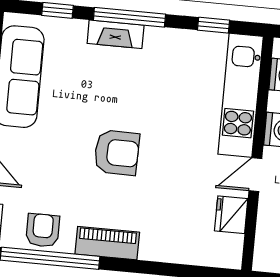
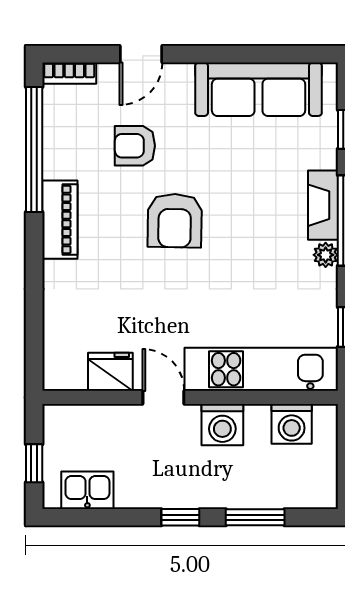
plant: (155, 36) -> (326, 255), added
armchair: (43, 230) -> (135, 146), moved, turned 180

